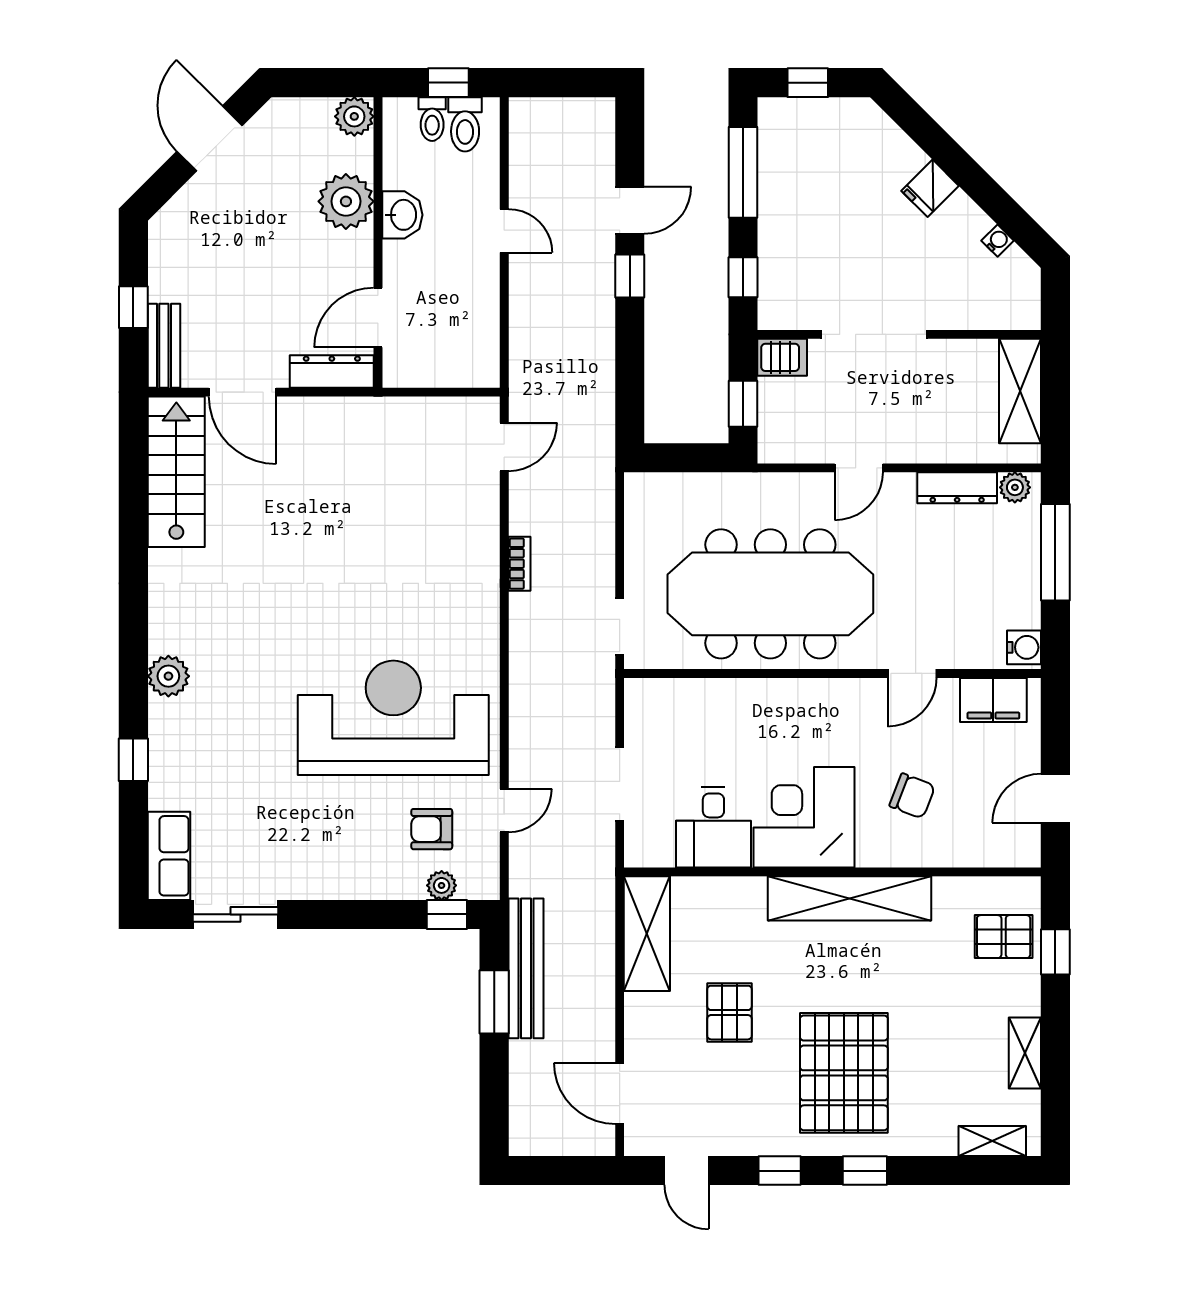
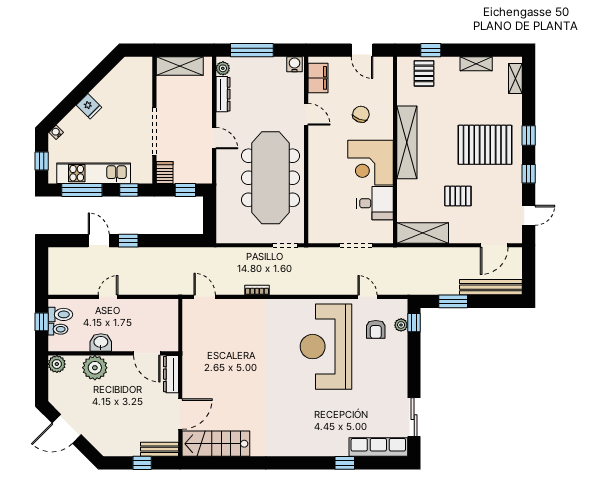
kitchen unit: (781, 199) -> (94, 173), added
water cooler: (998, 241) -> (56, 132), moved
plant: (168, 676) -> (307, 447), removed
row of seats: (169, 856) -> (378, 447), width x1.48
bench: (526, 968) -> (491, 287), moved

